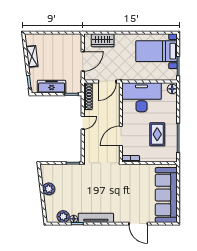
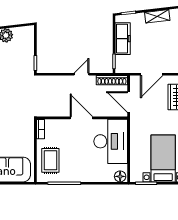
door: (83, 61) -> (152, 74), hinge flipped
door: (83, 123) -> (82, 74), swing flipped
rug: (157, 134) -> (50, 160), moved, turned 90
door: (121, 136) -> (81, 118), moved

